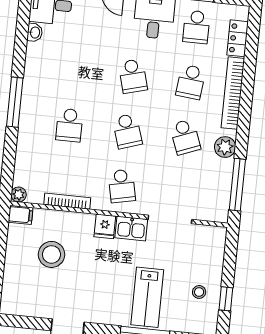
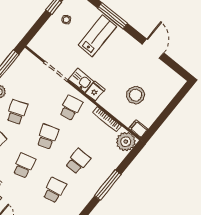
school desk: (75, 70) -> (54, 190), added
window: (15, 102) -> (108, 185), moved
plant: (19, 195) -> (126, 142), width x1.88, depth x1.88

